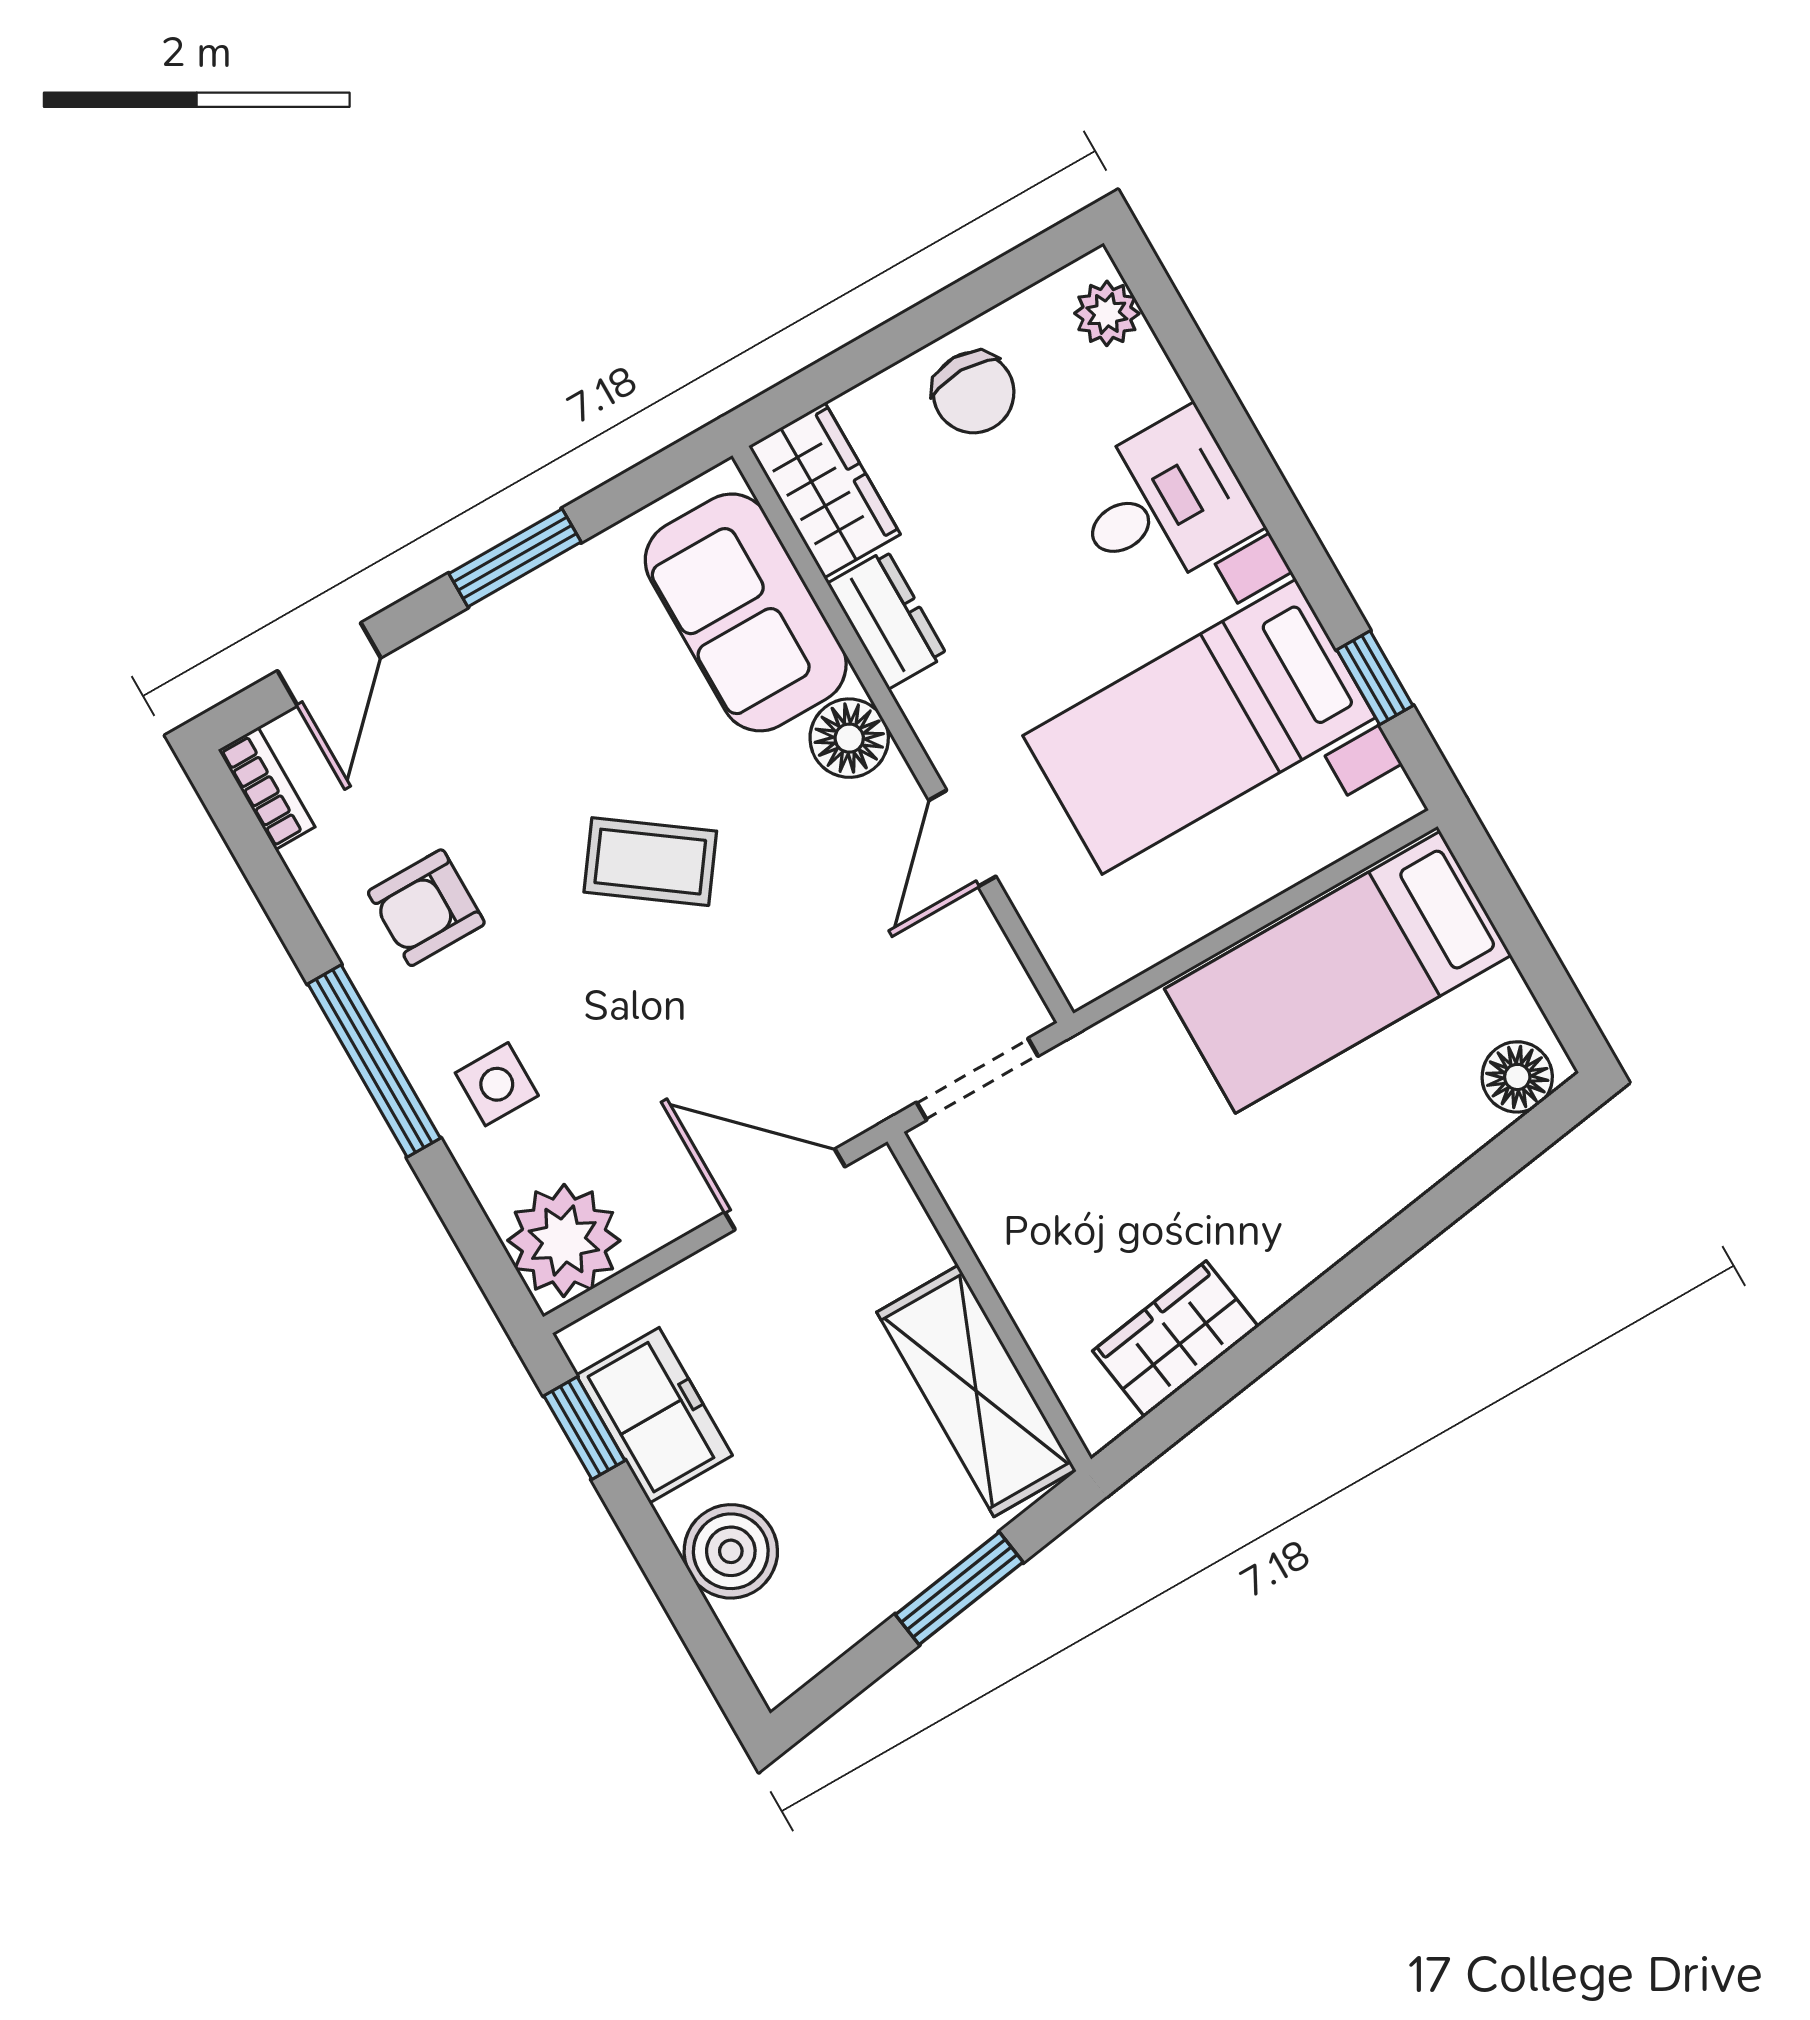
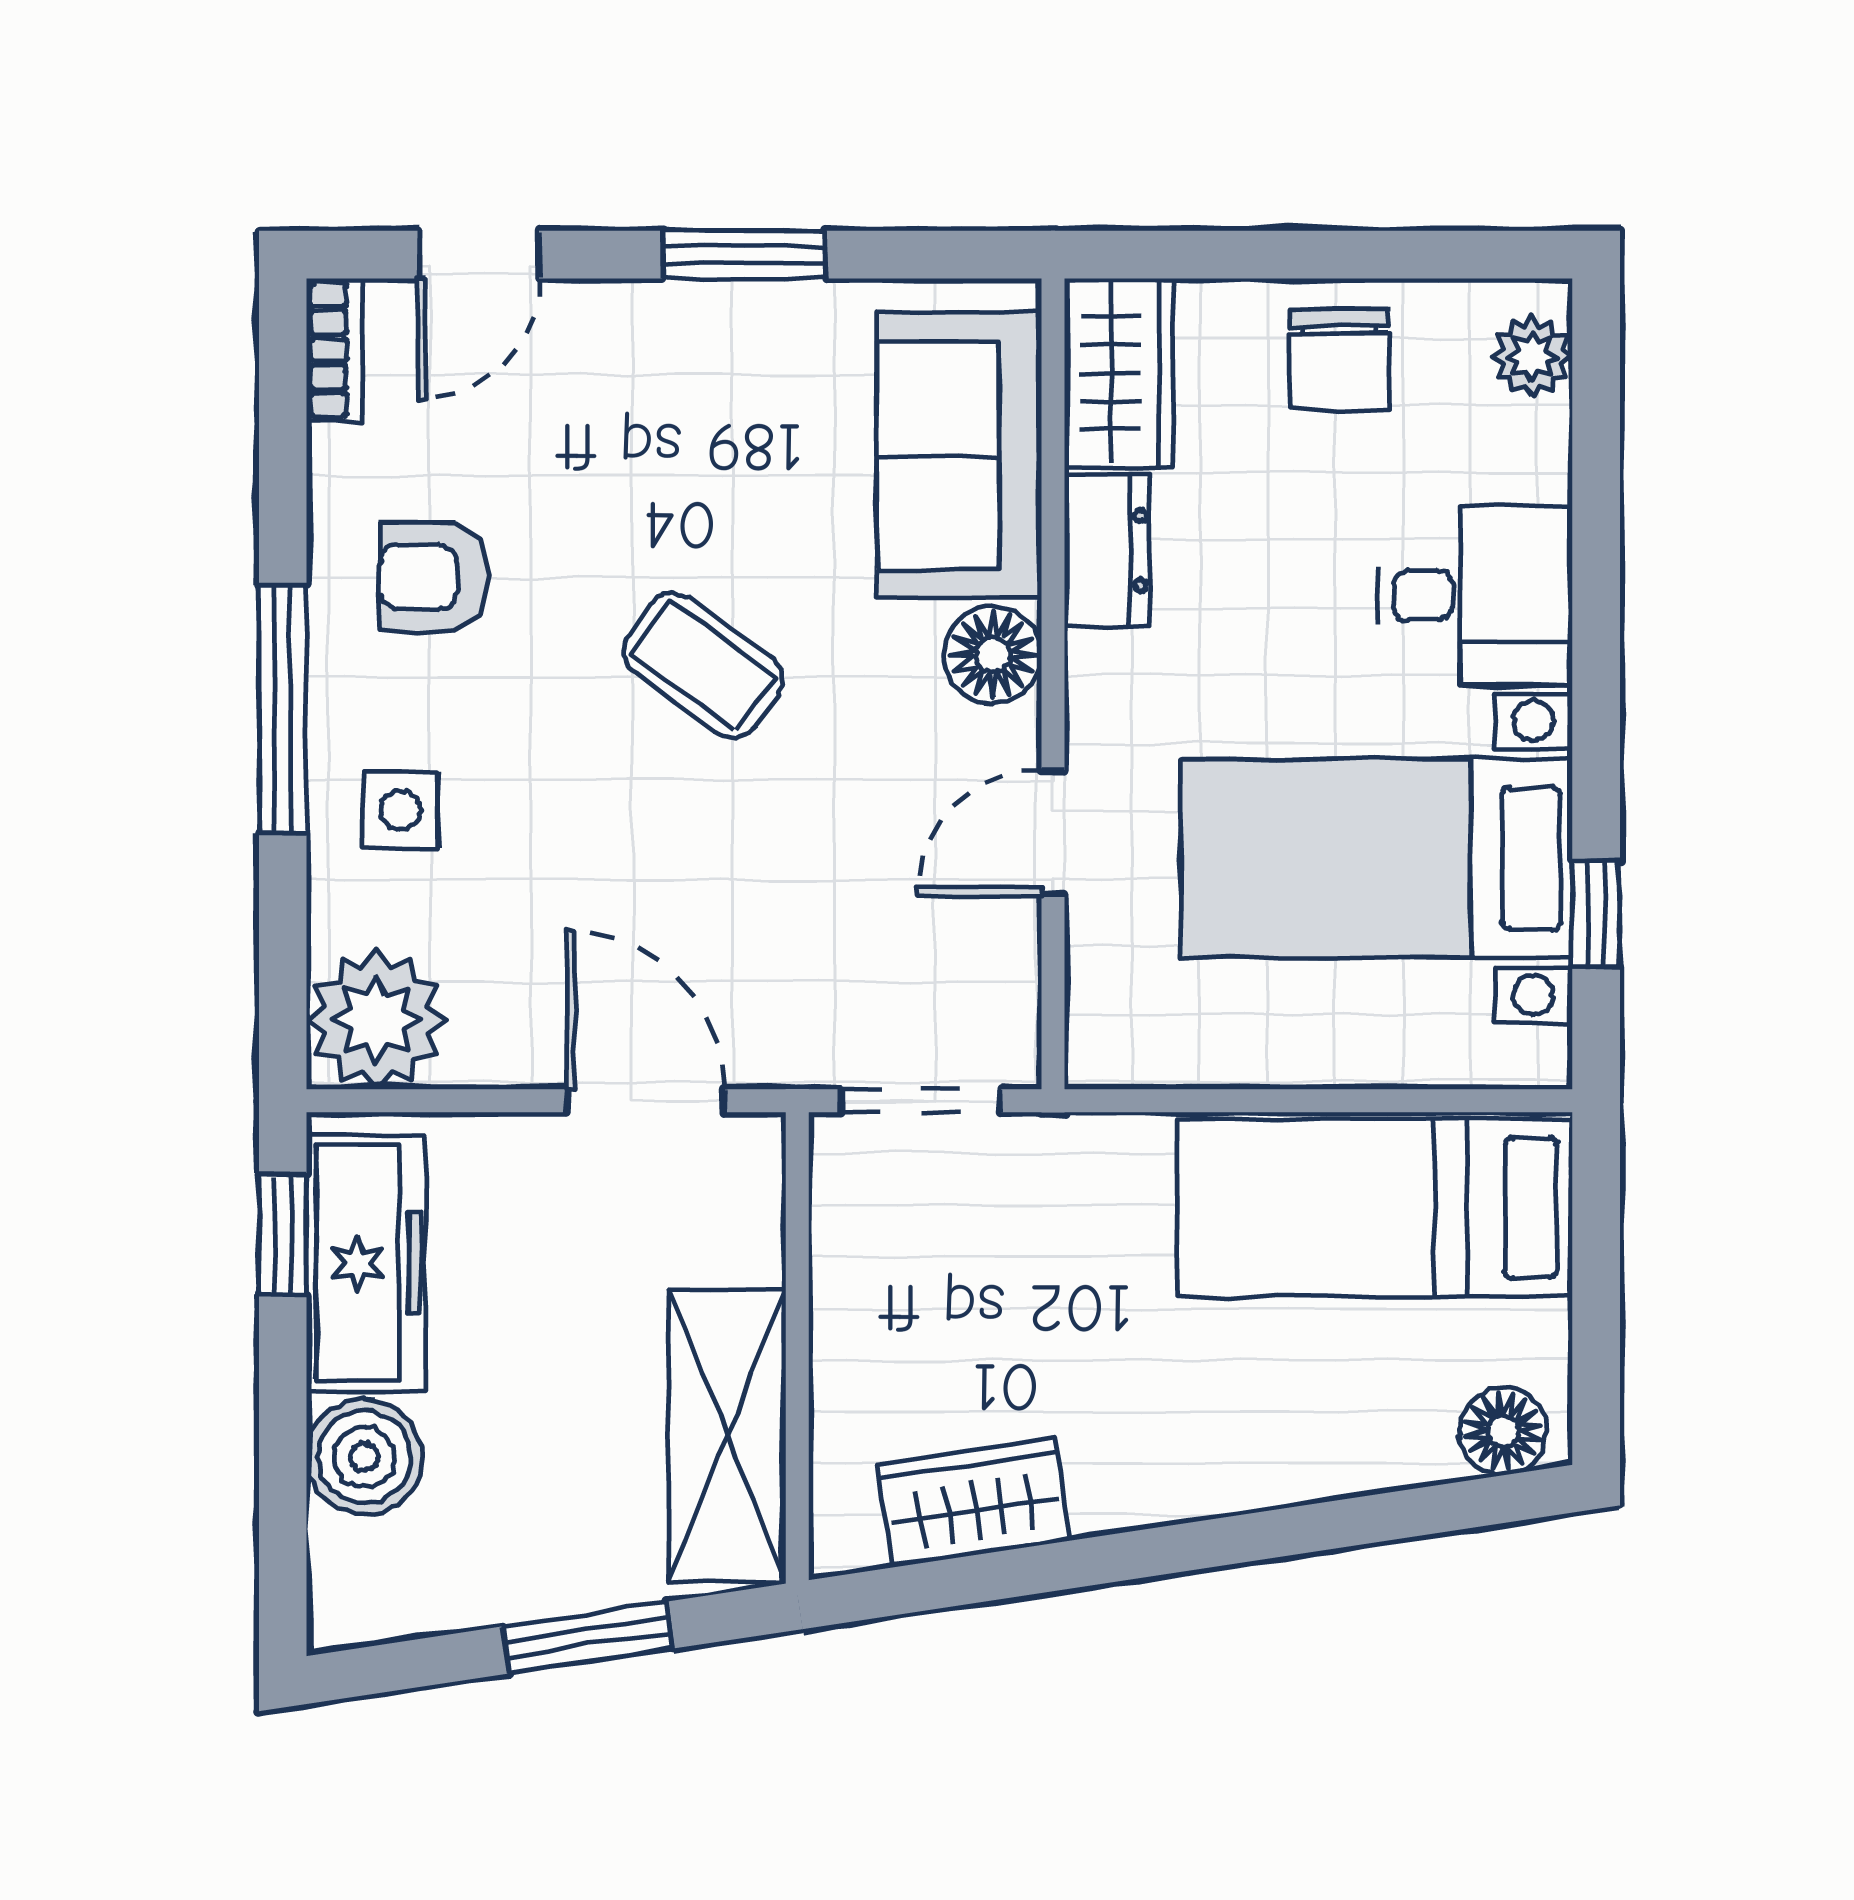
freezer: (654, 1415) -> (366, 1263), width x1.40

